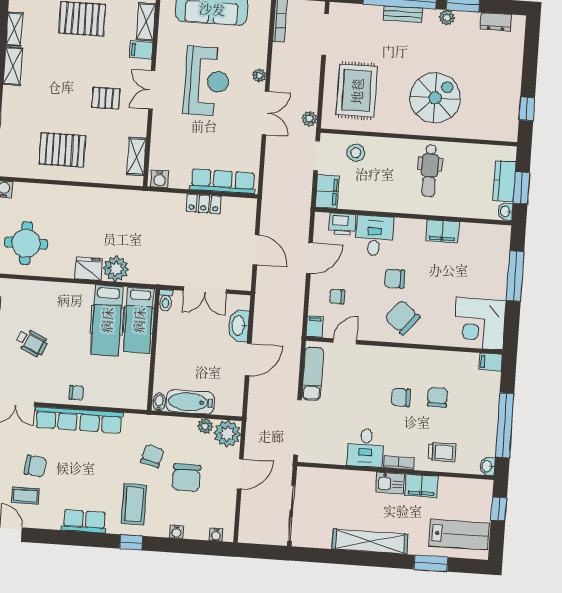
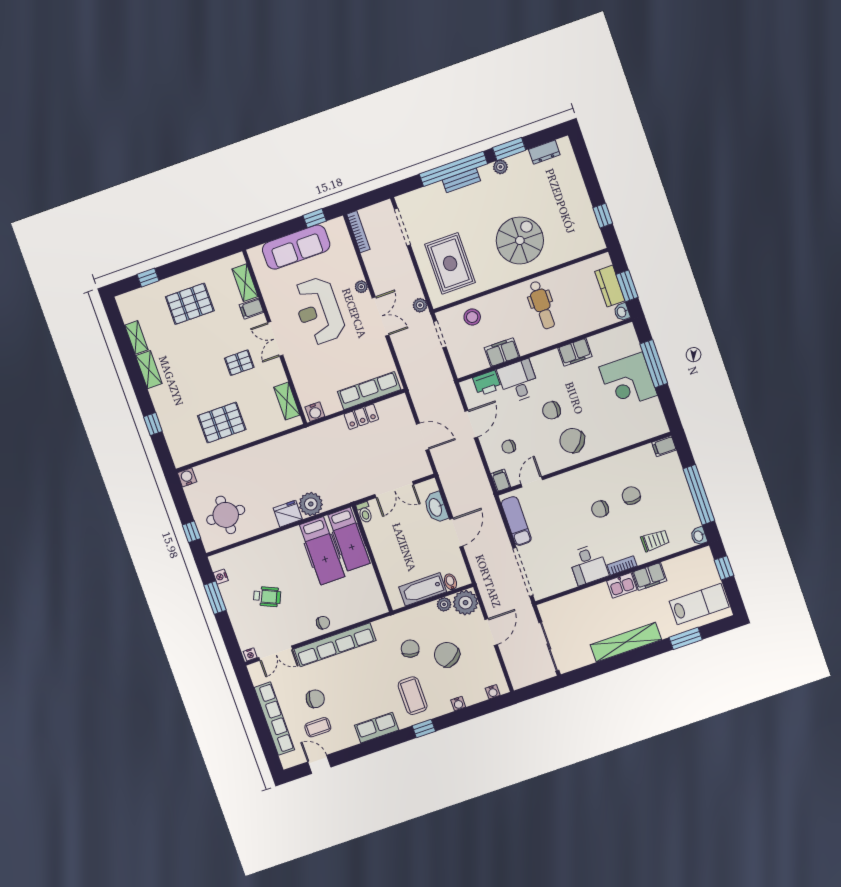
reception desk: (207, 81) -> (319, 311), turned 180
filing cabinet: (327, 192) -> (502, 352), moved, turned -90
corner desk: (480, 324) -> (628, 381), moved
bidet: (159, 402) -> (450, 582), moved
chair: (186, 478) -> (447, 655), turned 147

